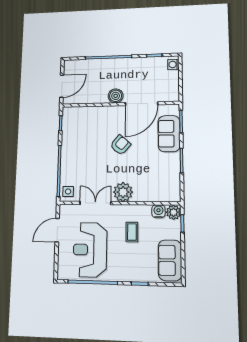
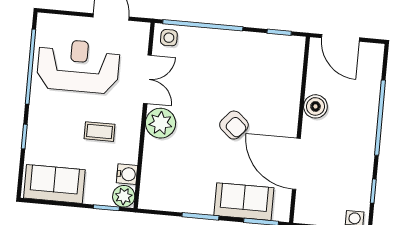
boiler: (116, 96) -> (315, 106), moved

